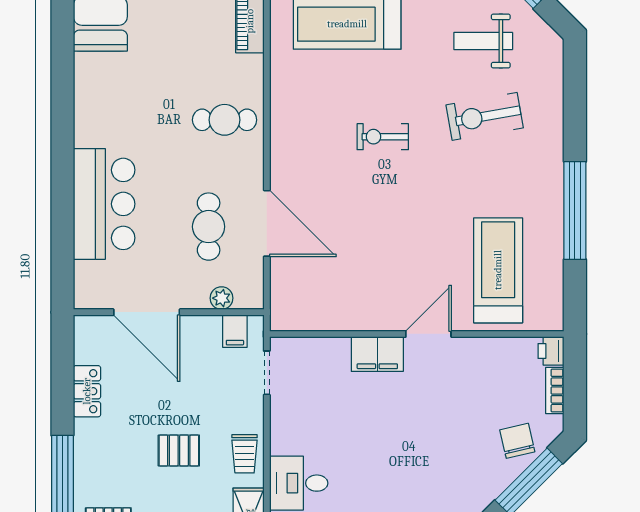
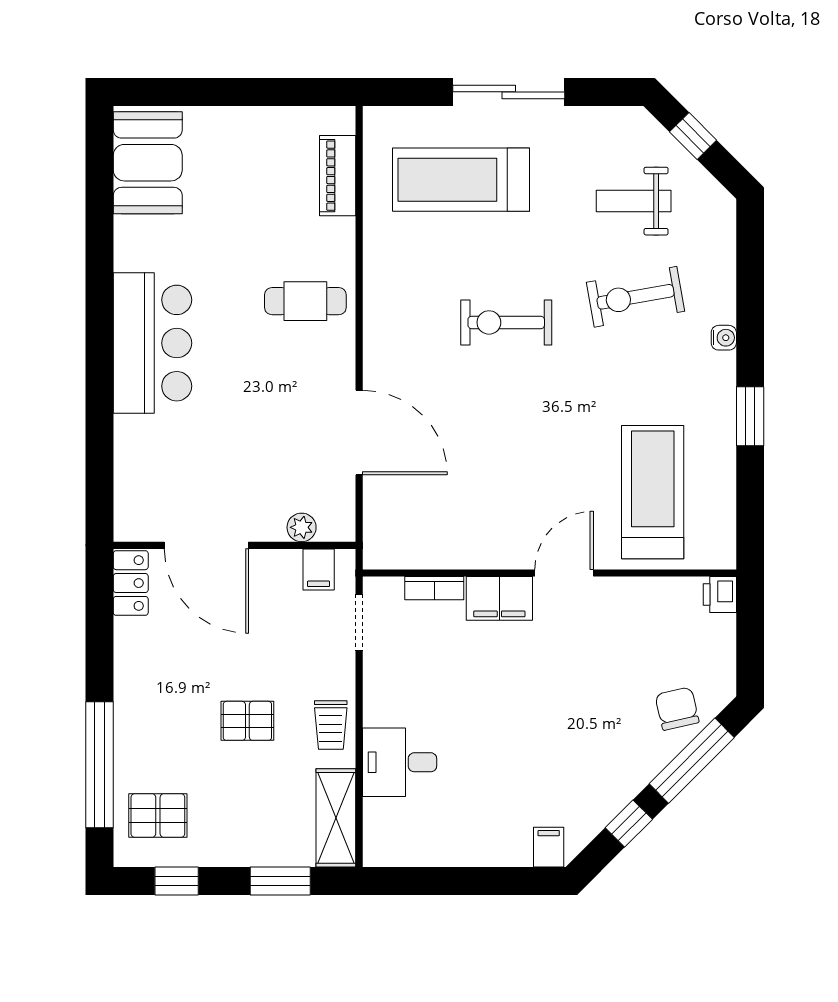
exercise bike: (383, 137) -> (506, 322), width x1.38, depth x1.39
water cooler: (554, 149) -> (724, 338), added
bar counter: (104, 204) -> (152, 343), moved
window: (575, 211) -> (750, 416), width x0.47
cafe table: (209, 227) -> (285, 437), removed
bookcase: (555, 390) -> (434, 588), moved, turned -90
locker: (87, 391) -> (131, 583), moved

